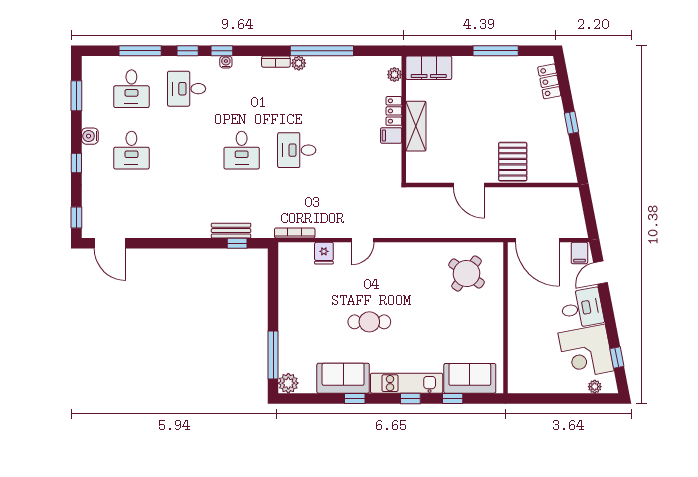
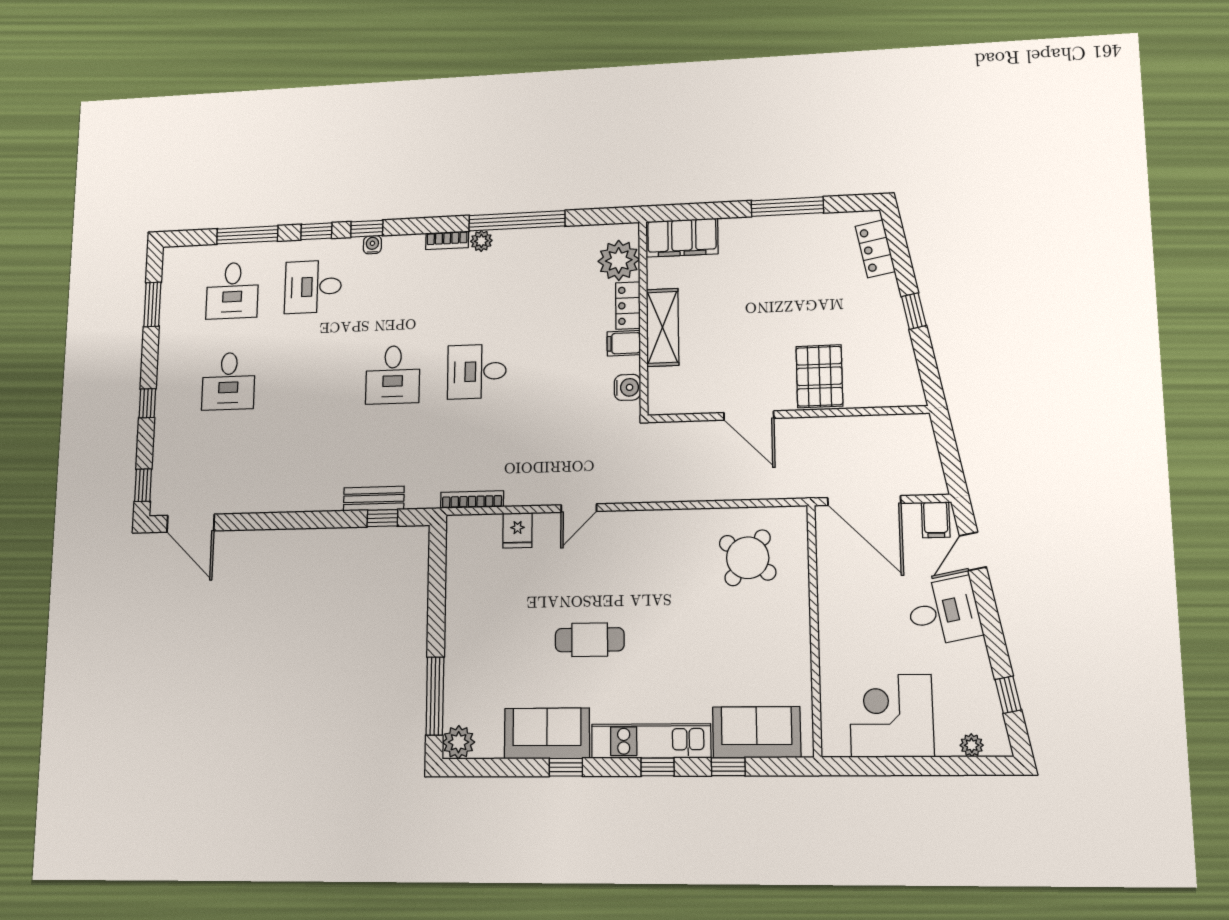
plant: (394, 75) -> (619, 260), width x1.87, depth x1.87
water cooler: (90, 136) -> (627, 387), moved, turned 180
corner desk: (586, 352) -> (891, 716), moved, turned 101

